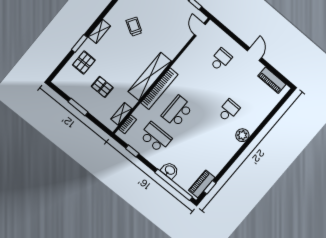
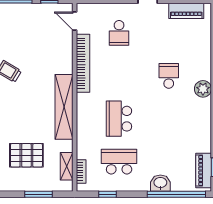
school desk: (221, 60) -> (119, 33), turned 180
pallet: (102, 87) -> (26, 155), width x1.50, depth x1.42
bookcase: (159, 89) -> (83, 63), moved
window: (78, 107) -> (38, 194), moved

